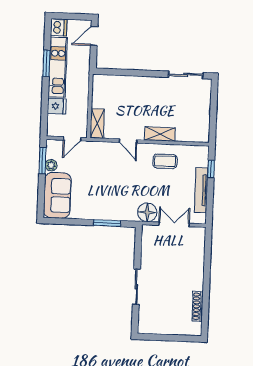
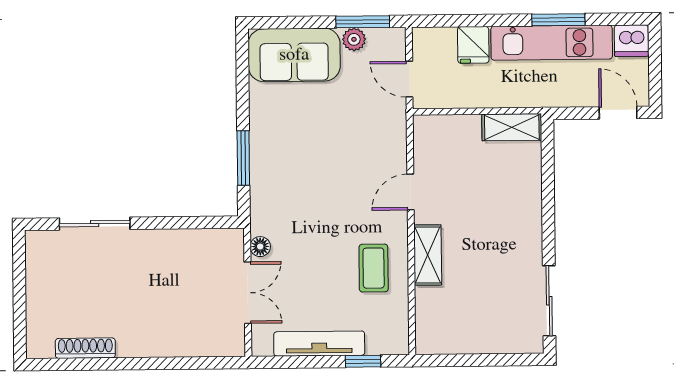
shelving: (97, 123) -> (512, 127), moved
floor lamp: (147, 212) -> (260, 247), width x0.53, depth x0.53
sliding door: (136, 287) -> (95, 224), moved

